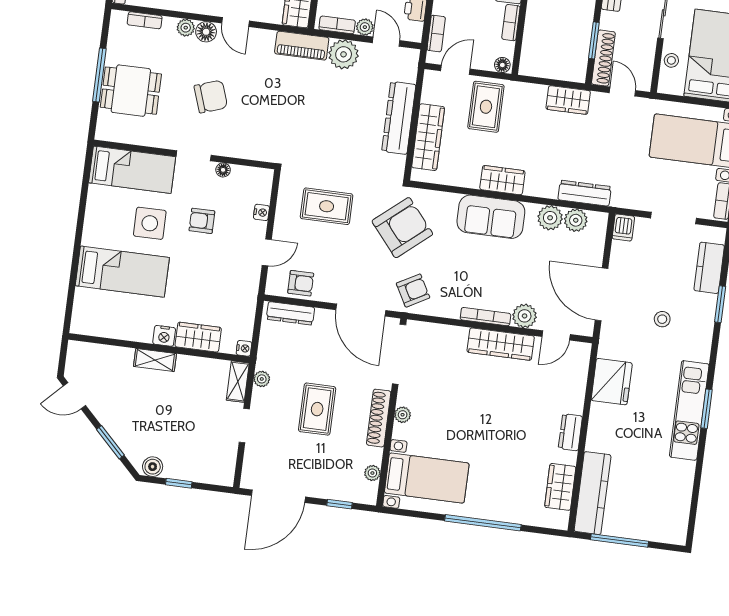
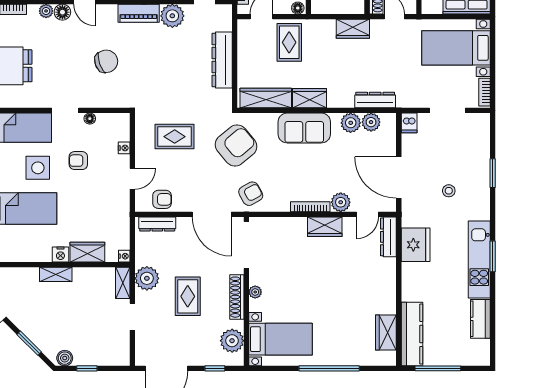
chair: (211, 97) -> (106, 61), moved
wardrobe: (428, 137) -> (266, 98), moved, turned -90
kitchen counter: (709, 268) -> (480, 319), moved
wardrobe: (501, 344) -> (325, 227), width x0.67
plant: (262, 379) -> (147, 278), width x1.88, depth x1.88
dresser: (570, 432) -> (388, 237), moved, width x1.44
plant: (372, 473) -> (232, 341), width x1.88, depth x1.88

